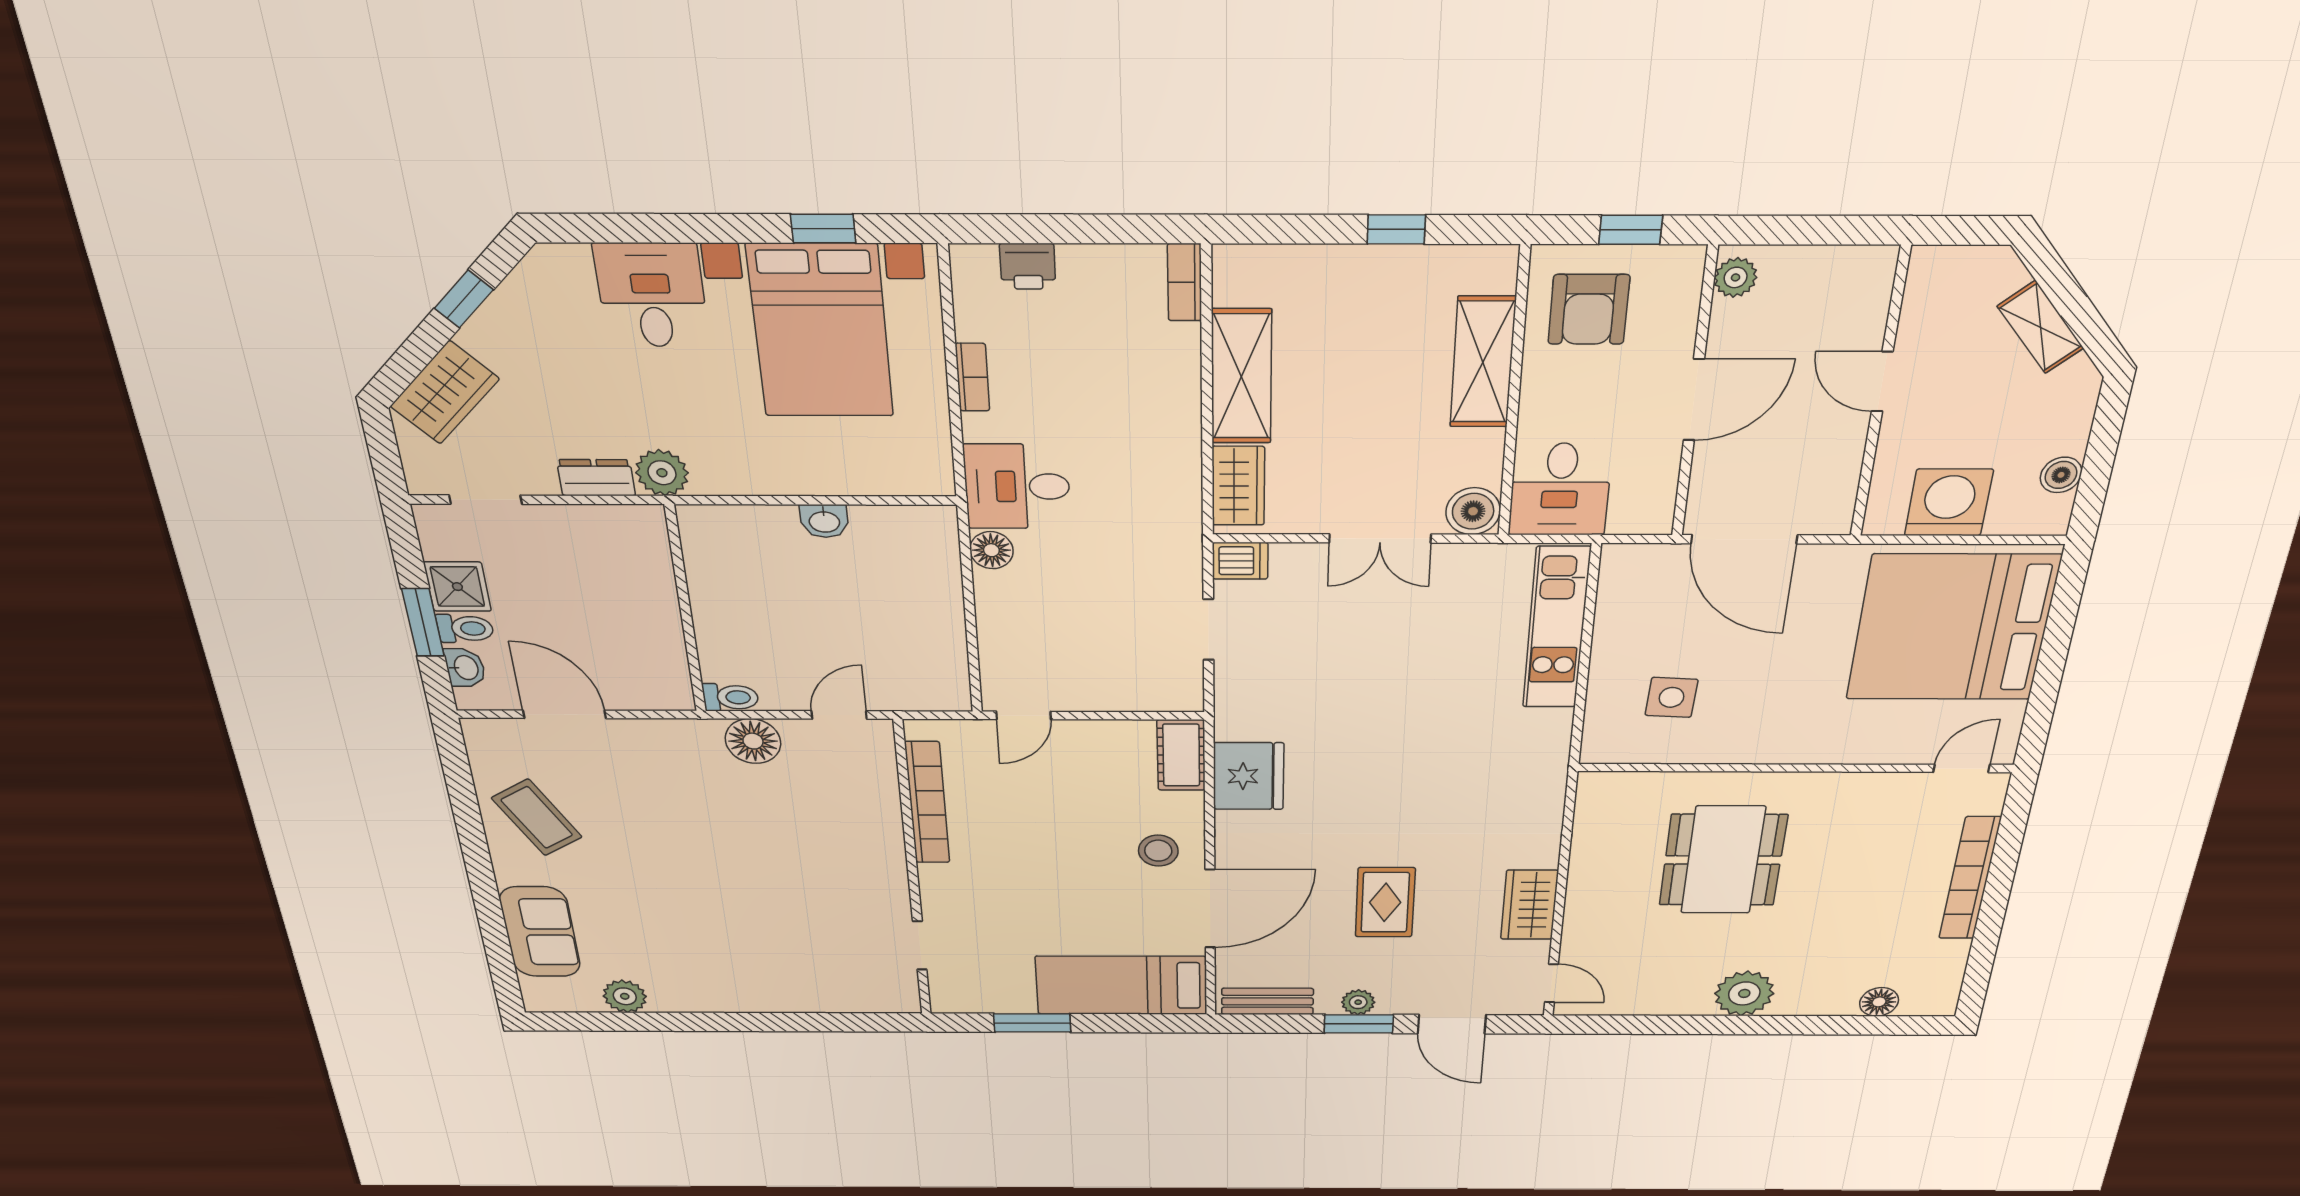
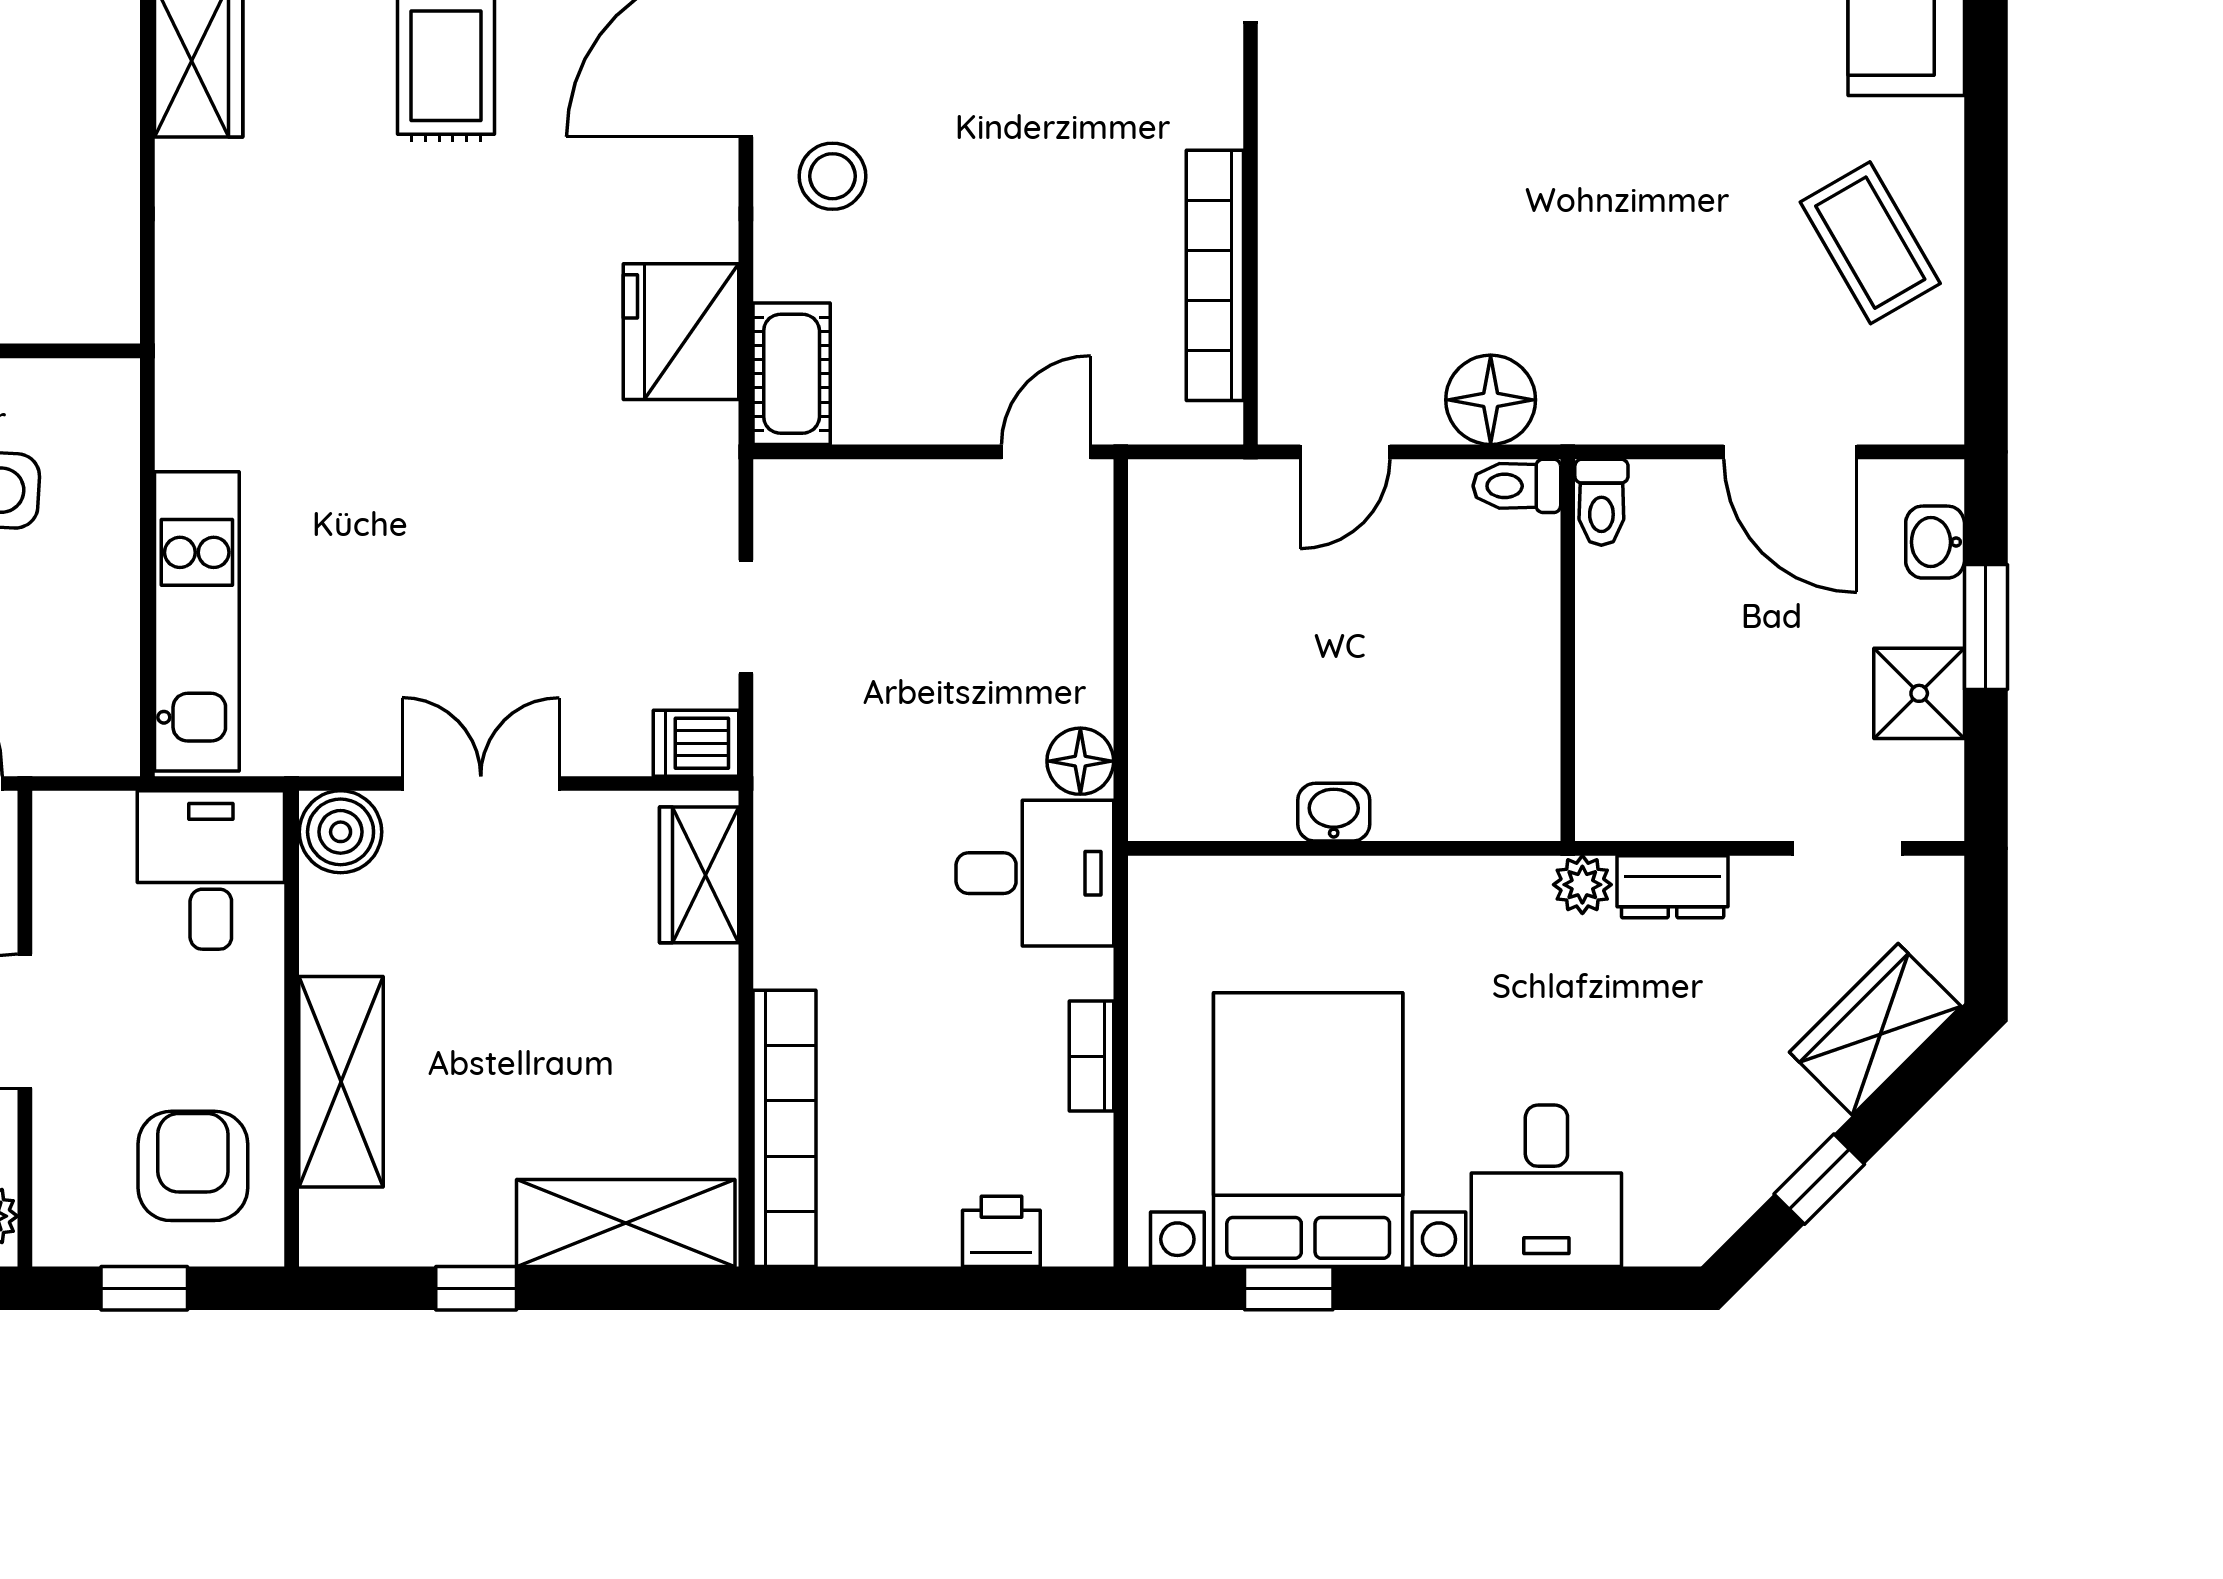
bookcase: (1185, 282) -> (784, 1128), width x2.31, depth x1.31
shelving: (1241, 377) -> (626, 1223), moved, turned 90
plant: (662, 473) -> (1582, 885), width x0.73, depth x0.73
toilet: (465, 628) -> (1601, 502), moved, turned -90

